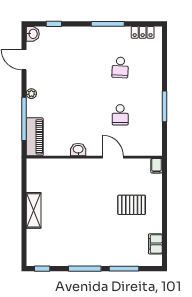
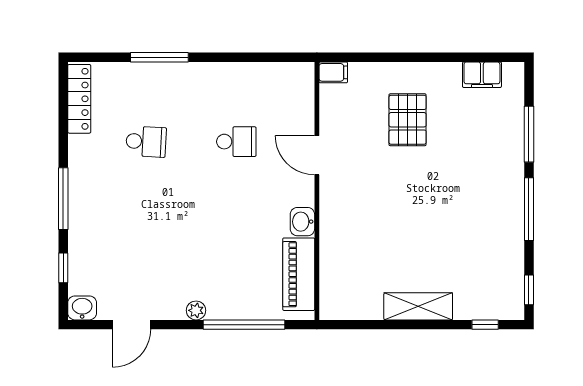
window: (108, 24) -> (63, 199), moved
locker: (143, 32) -> (79, 99), width x1.53
window: (164, 106) -> (159, 57), moved
piano: (35, 137) -> (299, 274), moved, turned -90
door: (113, 157) -> (317, 155), hinge flipped
window: (24, 246) -> (485, 325), added

